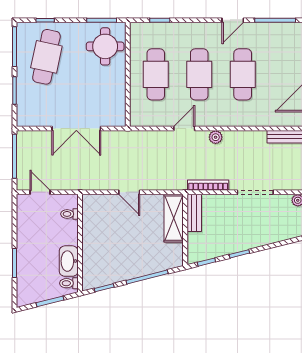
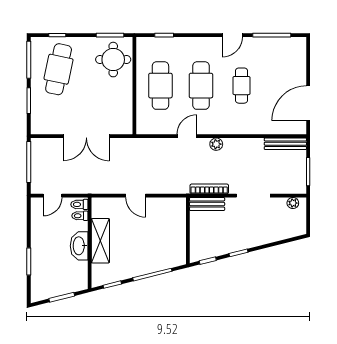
cafe table: (243, 74) -> (242, 86), width x0.73, depth x0.74
door: (40, 192) -> (52, 196), swing flipped
bench: (194, 213) -> (207, 204), moved, turned 90
shelving: (174, 218) -> (100, 241), moved
washbasin: (69, 261) -> (79, 246), moved
toilet: (69, 283) -> (79, 204), moved

